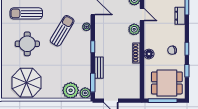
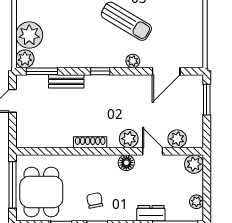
door: (142, 15) -> (153, 151), swing flipped
floor lamp: (149, 54) -> (126, 163), moved

